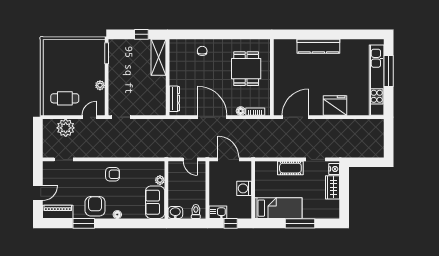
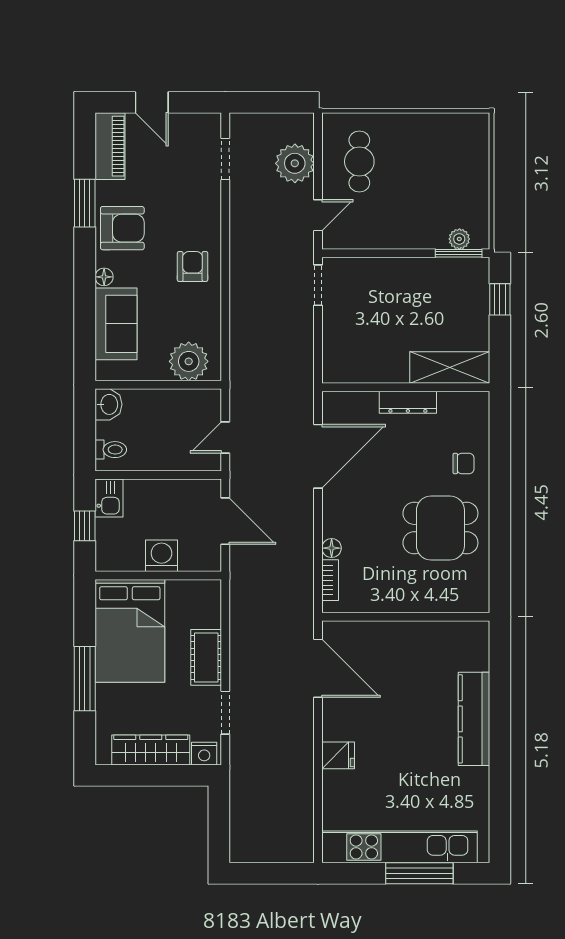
window: (141, 34) -> (500, 299), moved
dining table: (246, 69) -> (440, 528), moved
plant: (100, 85) -> (459, 239), moved
dresser: (174, 99) -> (408, 402), moved
fridge: (335, 105) -> (338, 755), width x0.53, depth x0.75
door: (89, 117) -> (318, 215), hinge flipped
door: (212, 117) -> (318, 456), moved
door: (228, 159) -> (225, 521), hinge flipped
armchair: (113, 174) -> (193, 266), turned 180
plant: (160, 180) -> (189, 361), width x1.88, depth x1.88
wardrobe: (333, 187) -> (151, 750), width x1.50
sofa: (155, 202) -> (116, 324), moved, turned 90
bed: (278, 208) -> (130, 631), width x1.50

